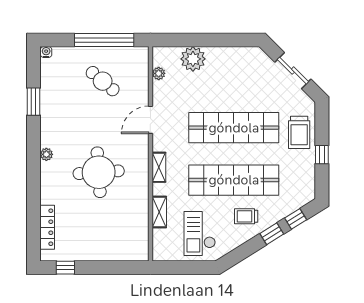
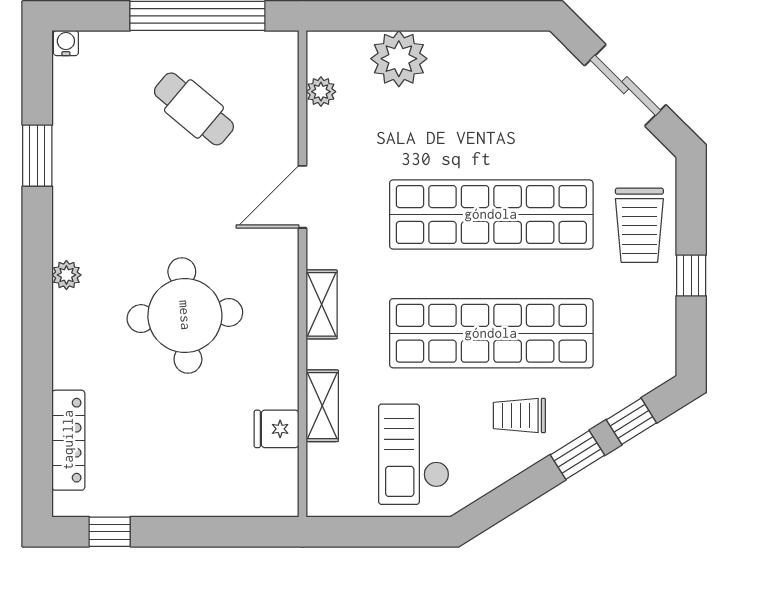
fridge: (139, 222) -> (276, 429), added

